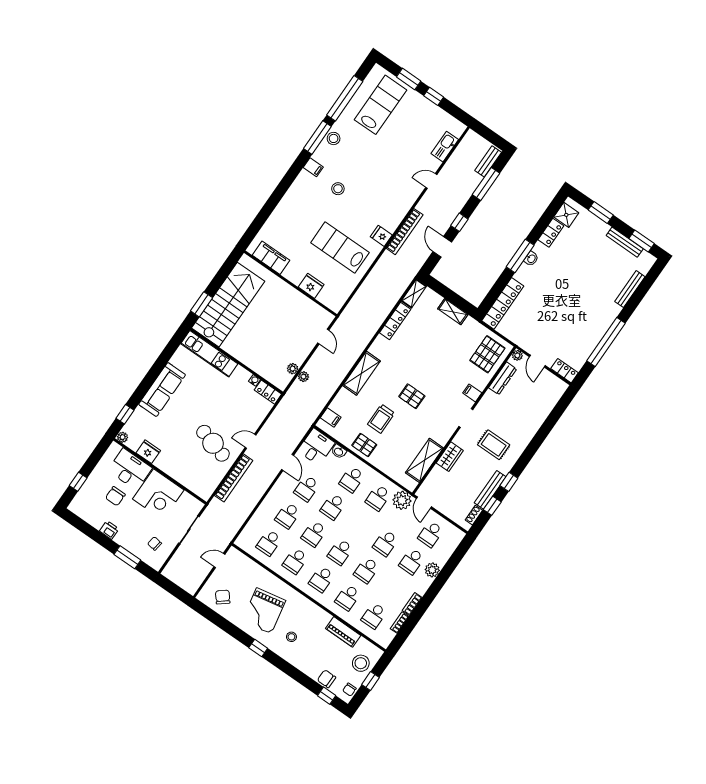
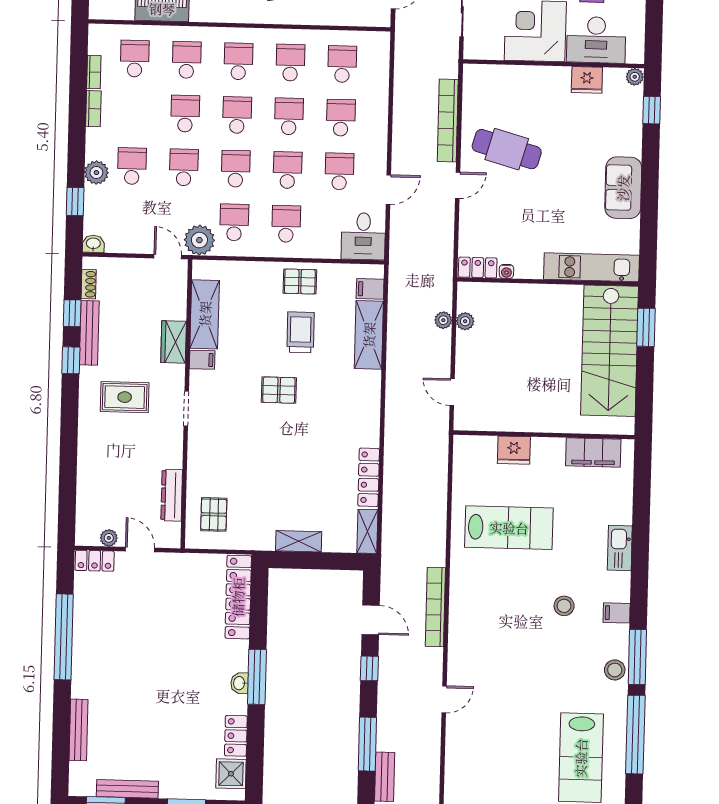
kitchen sink: (445, 147) -> (620, 548), moved, turned 180
fridge: (381, 236) -> (463, 580), removed
pallet: (487, 354) -> (214, 514), width x0.67, depth x0.71
plant: (517, 355) -> (109, 538), moved
shelving: (361, 373) -> (369, 335), moved
sofa: (162, 390) -> (623, 188), width x0.73
filing cabinet: (472, 393) -> (202, 360), moved
washbasin: (339, 451) -> (93, 244), moved
door: (288, 462) -> (388, 190), swing flipped
school desk: (431, 534) -> (236, 169), moved
window: (453, 562) -> (75, 201), added

